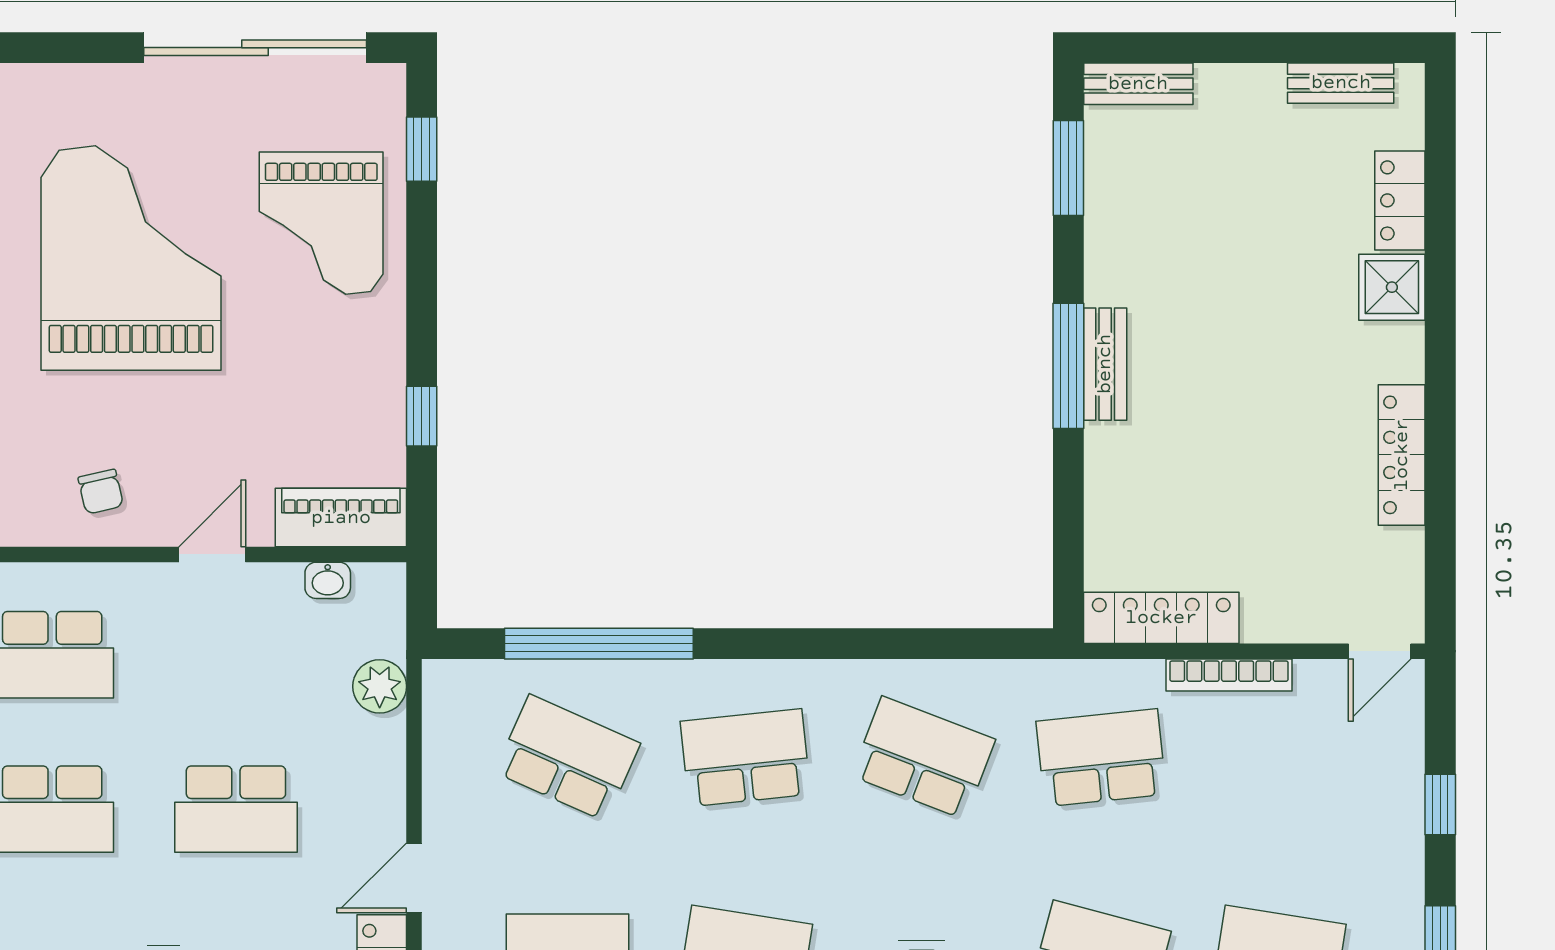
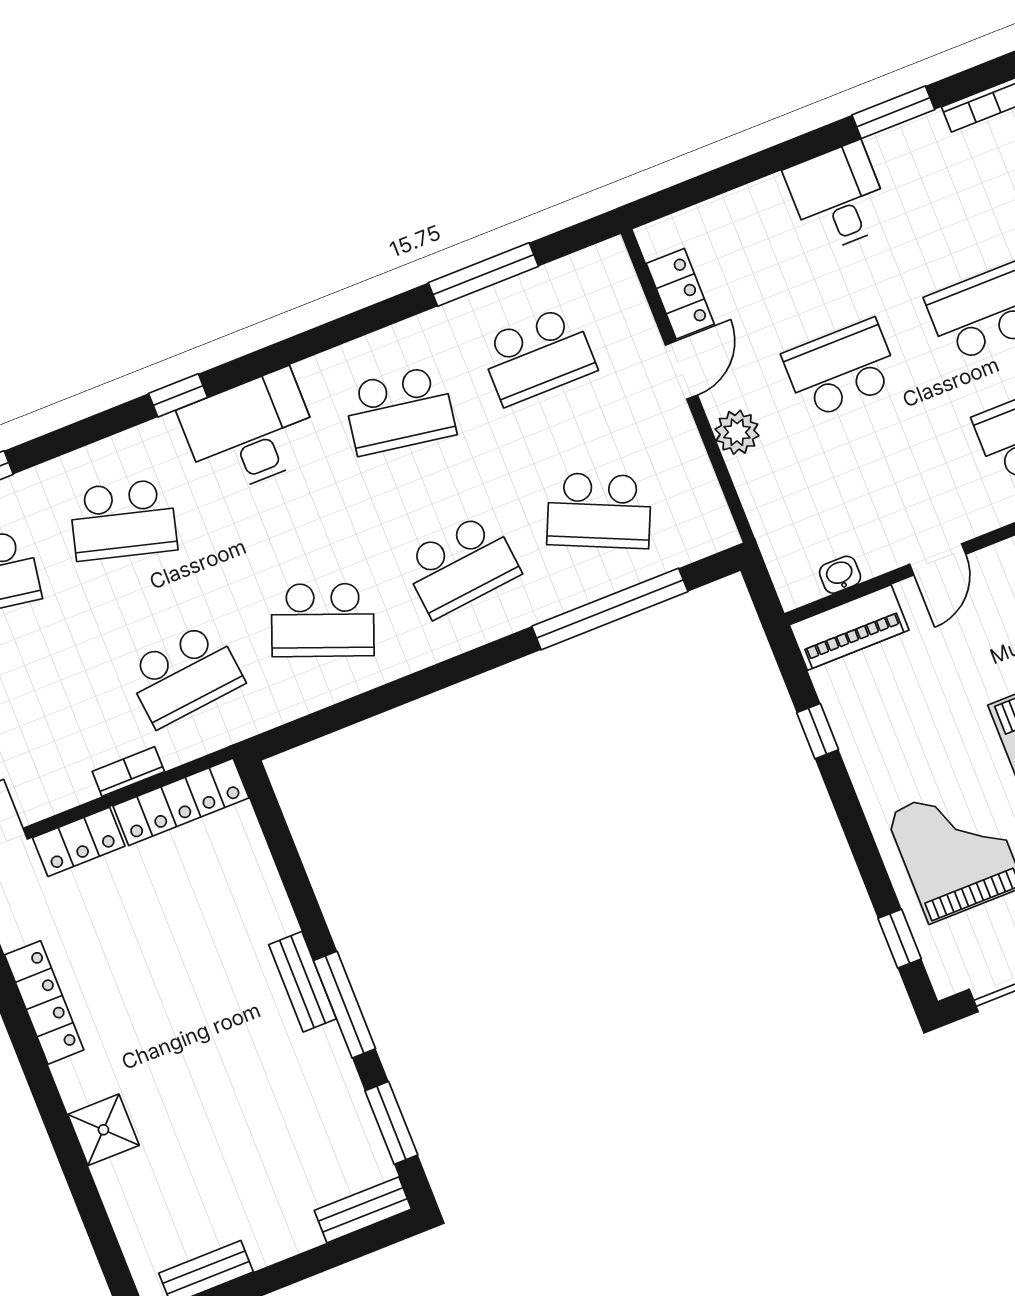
locker: (1400, 200) -> (79, 842), moved, turned 90
window: (1068, 366) -> (345, 1005), moved
bookcase: (1229, 675) -> (128, 771), width x0.64
plant: (380, 686) -> (737, 432), moved

